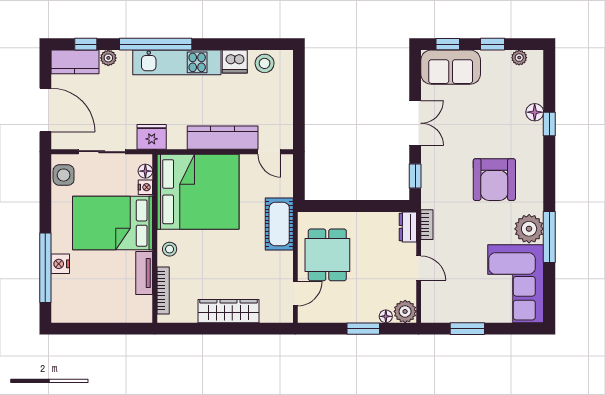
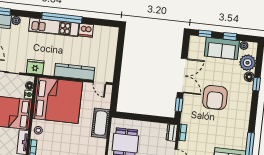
window: (156, 44) -> (62, 18), moved
stool: (265, 63) -> (102, 33), removed
sofa: (451, 67) -> (222, 48), moved
double door: (415, 123) -> (182, 76), width x1.37
armchair: (494, 180) -> (215, 98), moved
plant: (529, 229) -> (248, 63), moved

